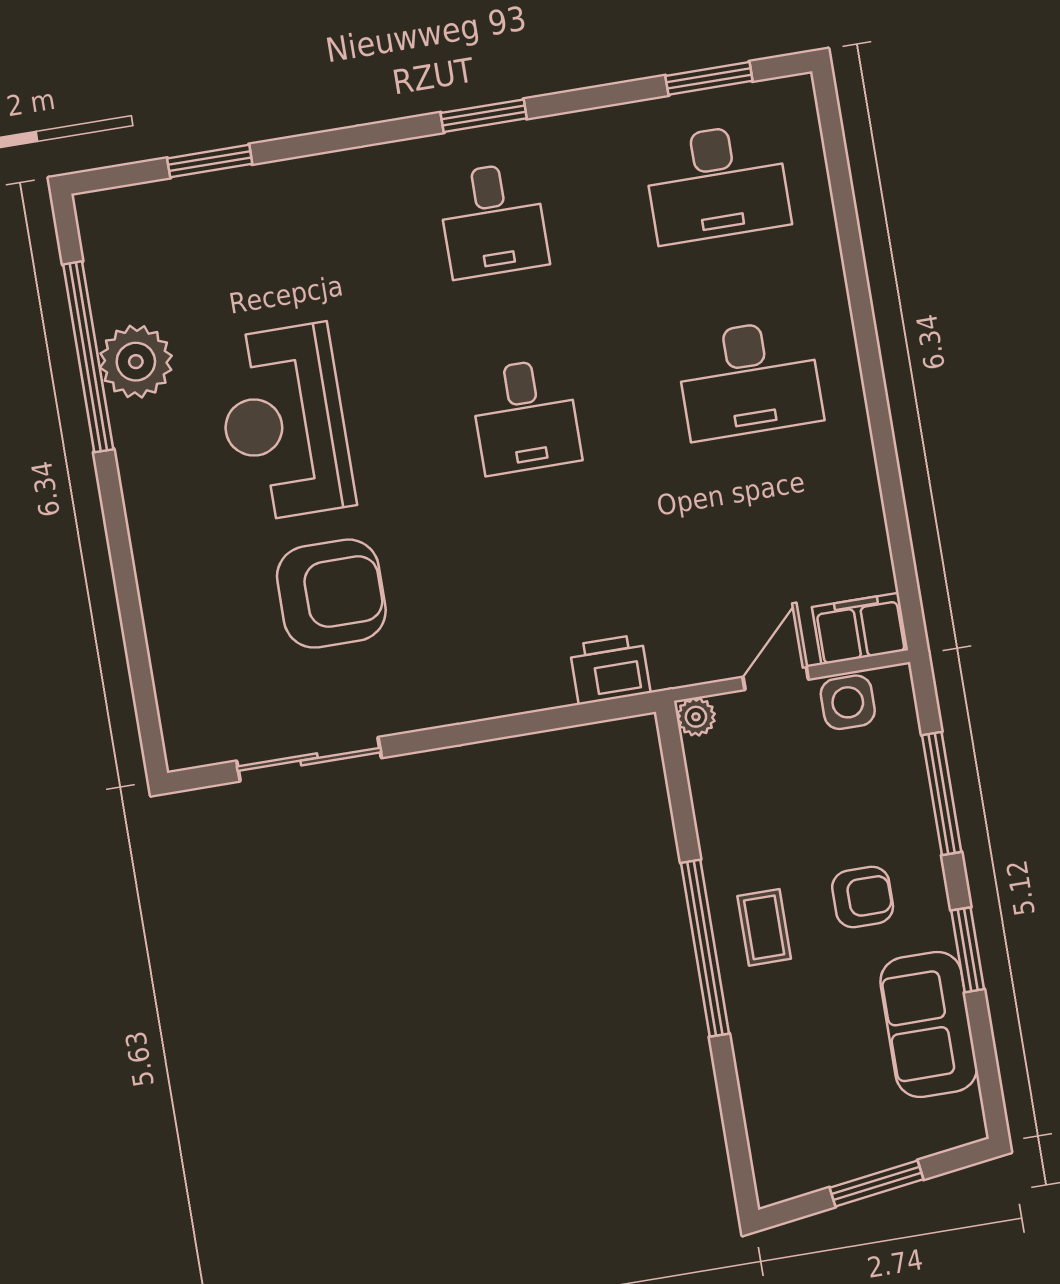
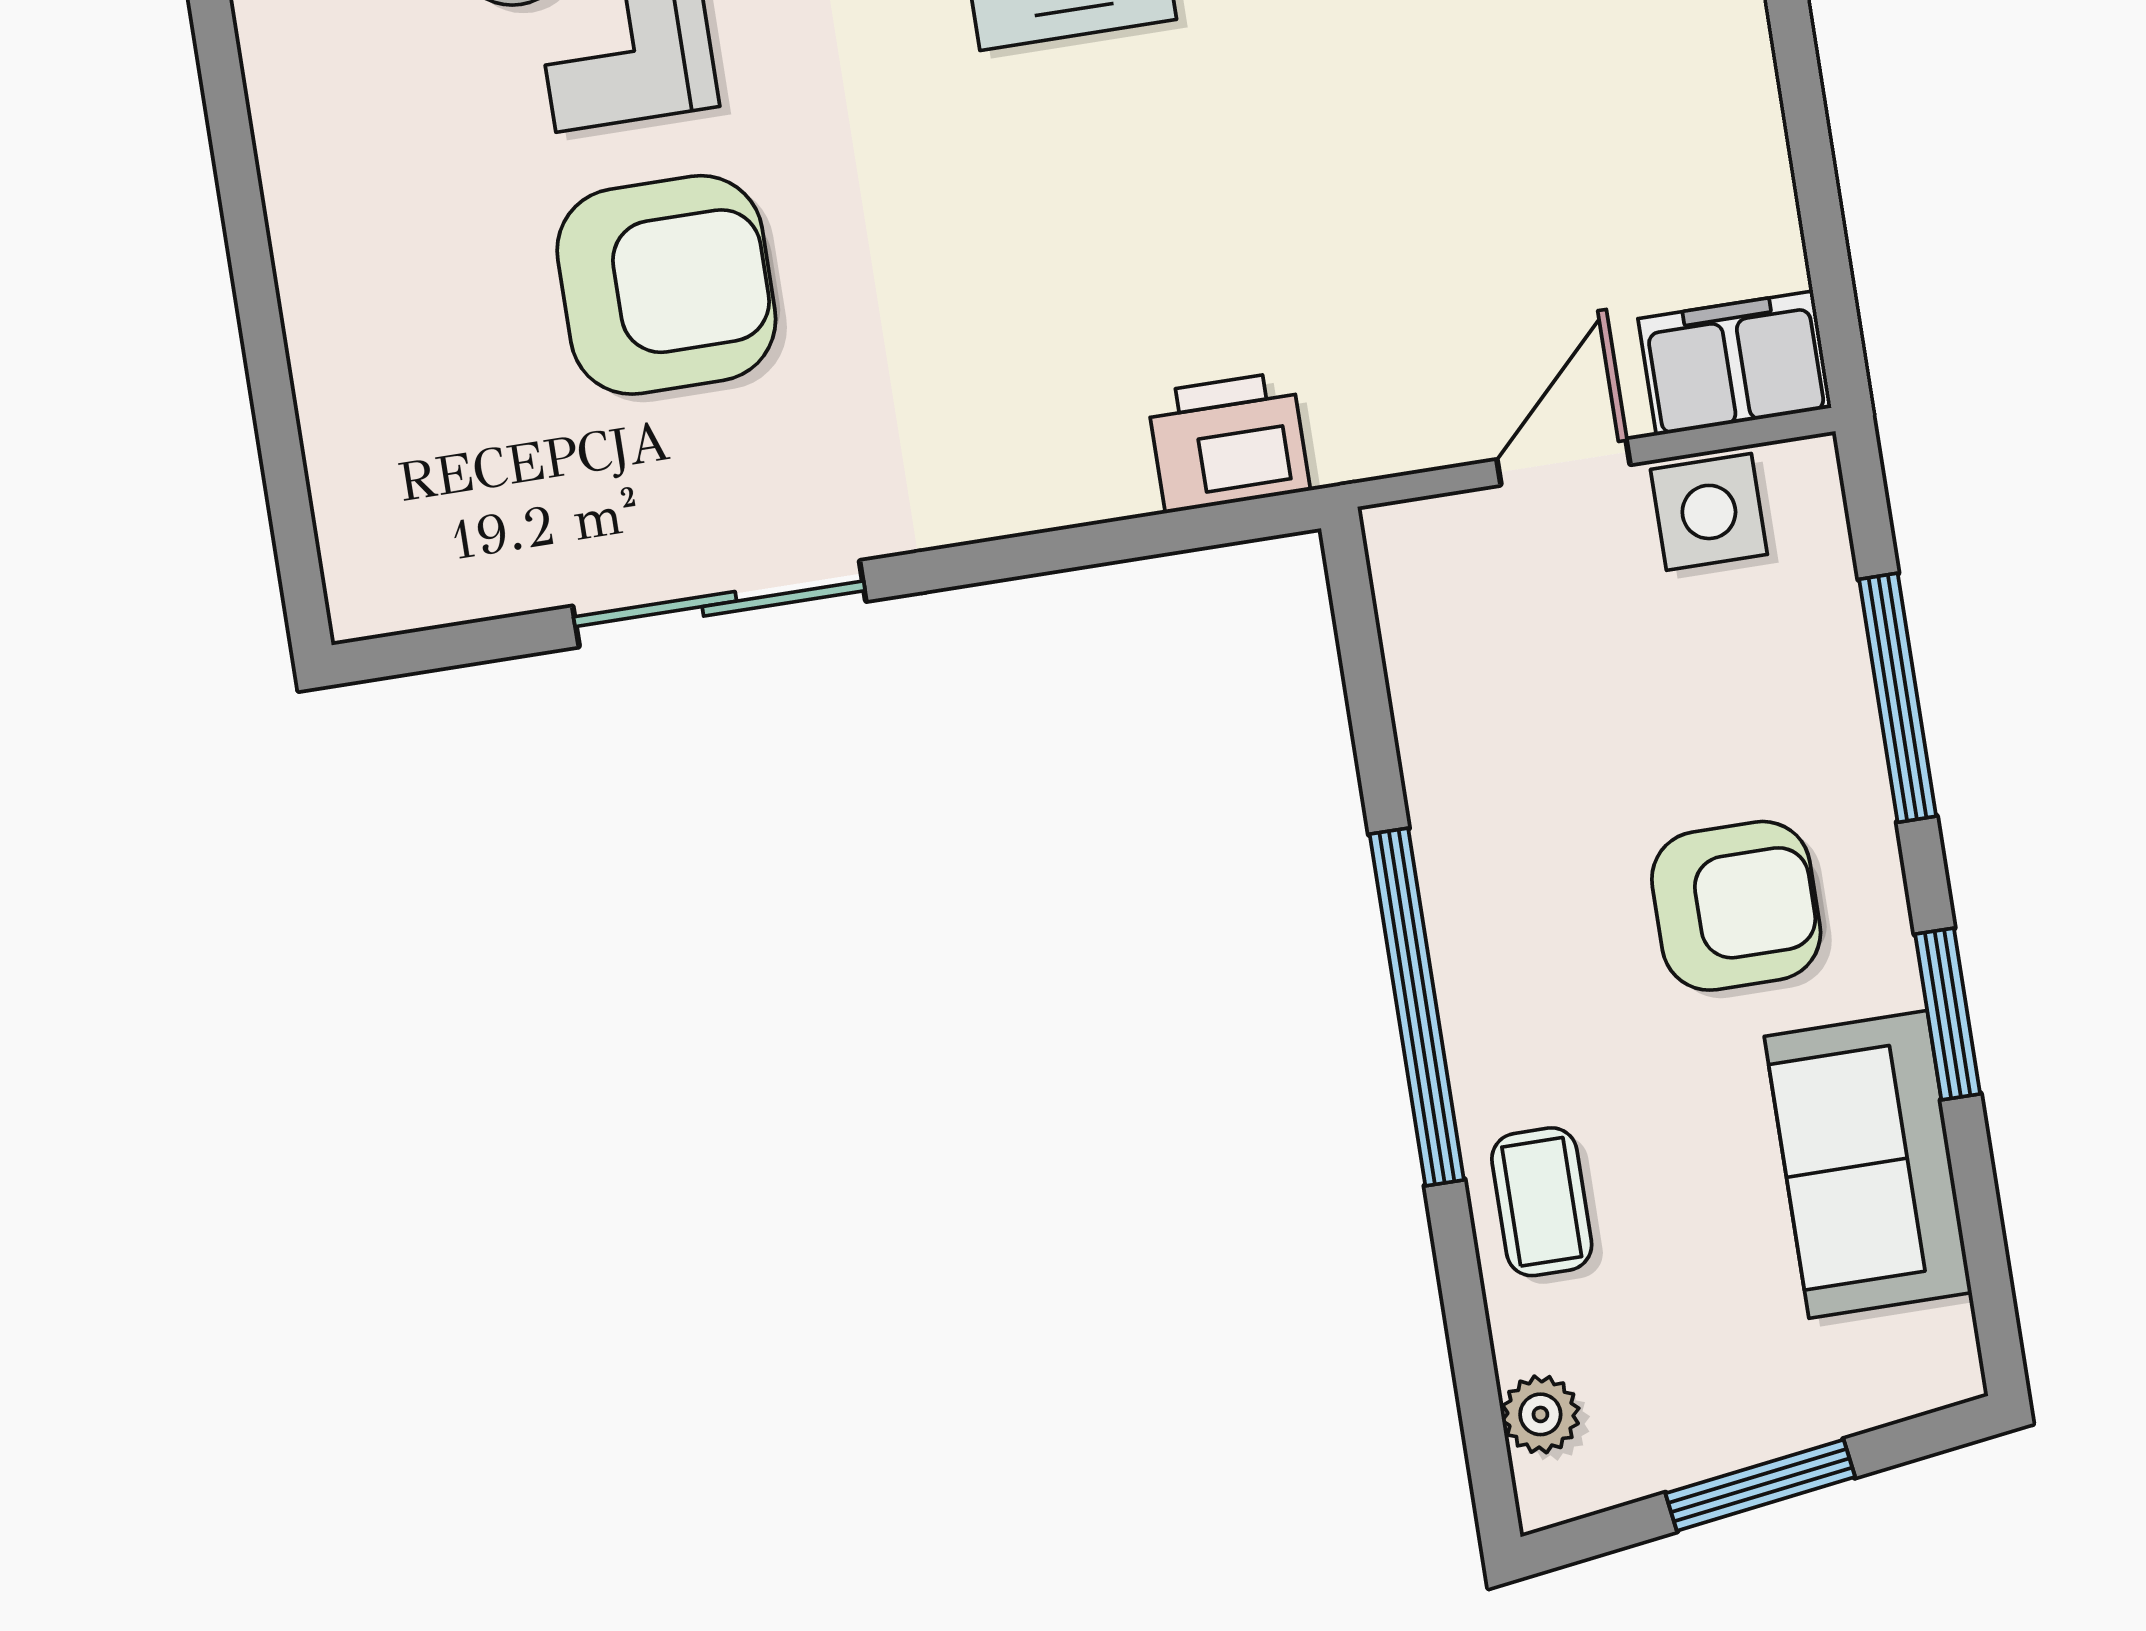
plant: (696, 717) -> (1540, 1414), moved
sliding door: (309, 759) -> (719, 604), moved
armchair: (863, 897) -> (1736, 906), width x1.38, depth x1.38
coffee table: (764, 927) -> (1542, 1202), moved

